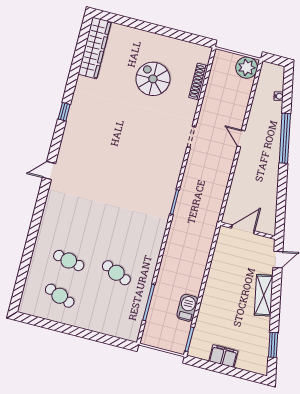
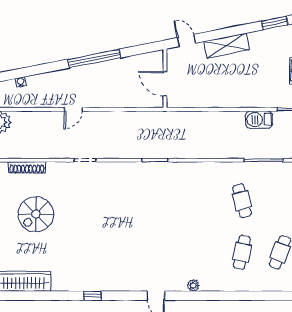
window: (285, 138) -> (94, 59), moved
plant: (50, 208) -> (193, 285), added
cafe table: (116, 273) -> (242, 201), turned -39

